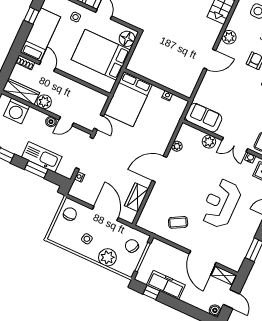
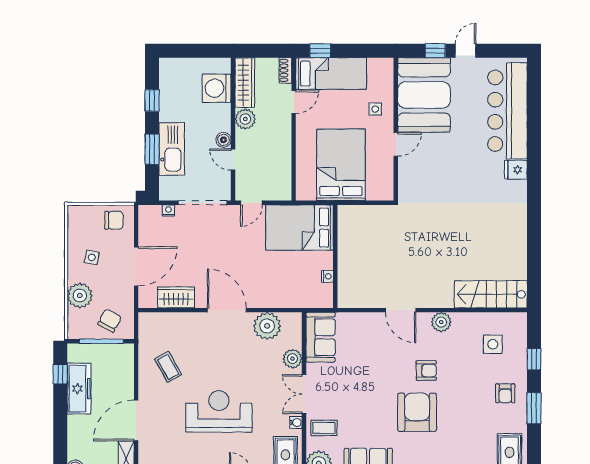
window: (32, 16) -> (320, 51), moved
floor lamp: (127, 39) -> (378, 190), removed
plant: (177, 146) -> (267, 326), width x1.87, depth x1.87

